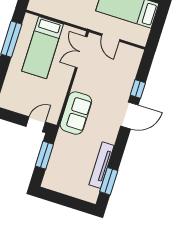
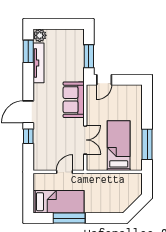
door: (111, 38) -> (64, 172), hinge flipped
double door: (81, 52) -> (85, 140), moved
plant: (91, 195) -> (40, 35), added

